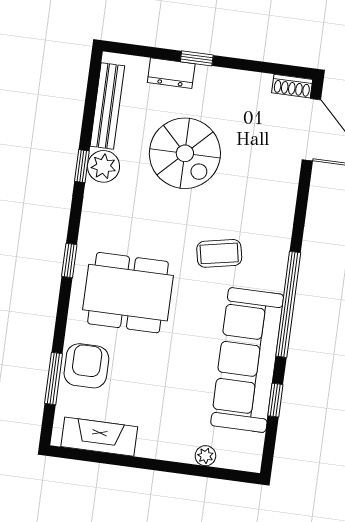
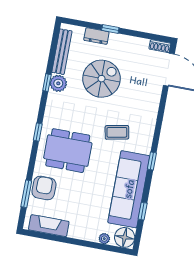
spiral stairs: (185, 153) -> (102, 79), turned -90
window: (288, 304) -> (152, 161), width x0.32
floor lamp: (244, 452) -> (125, 237), added

